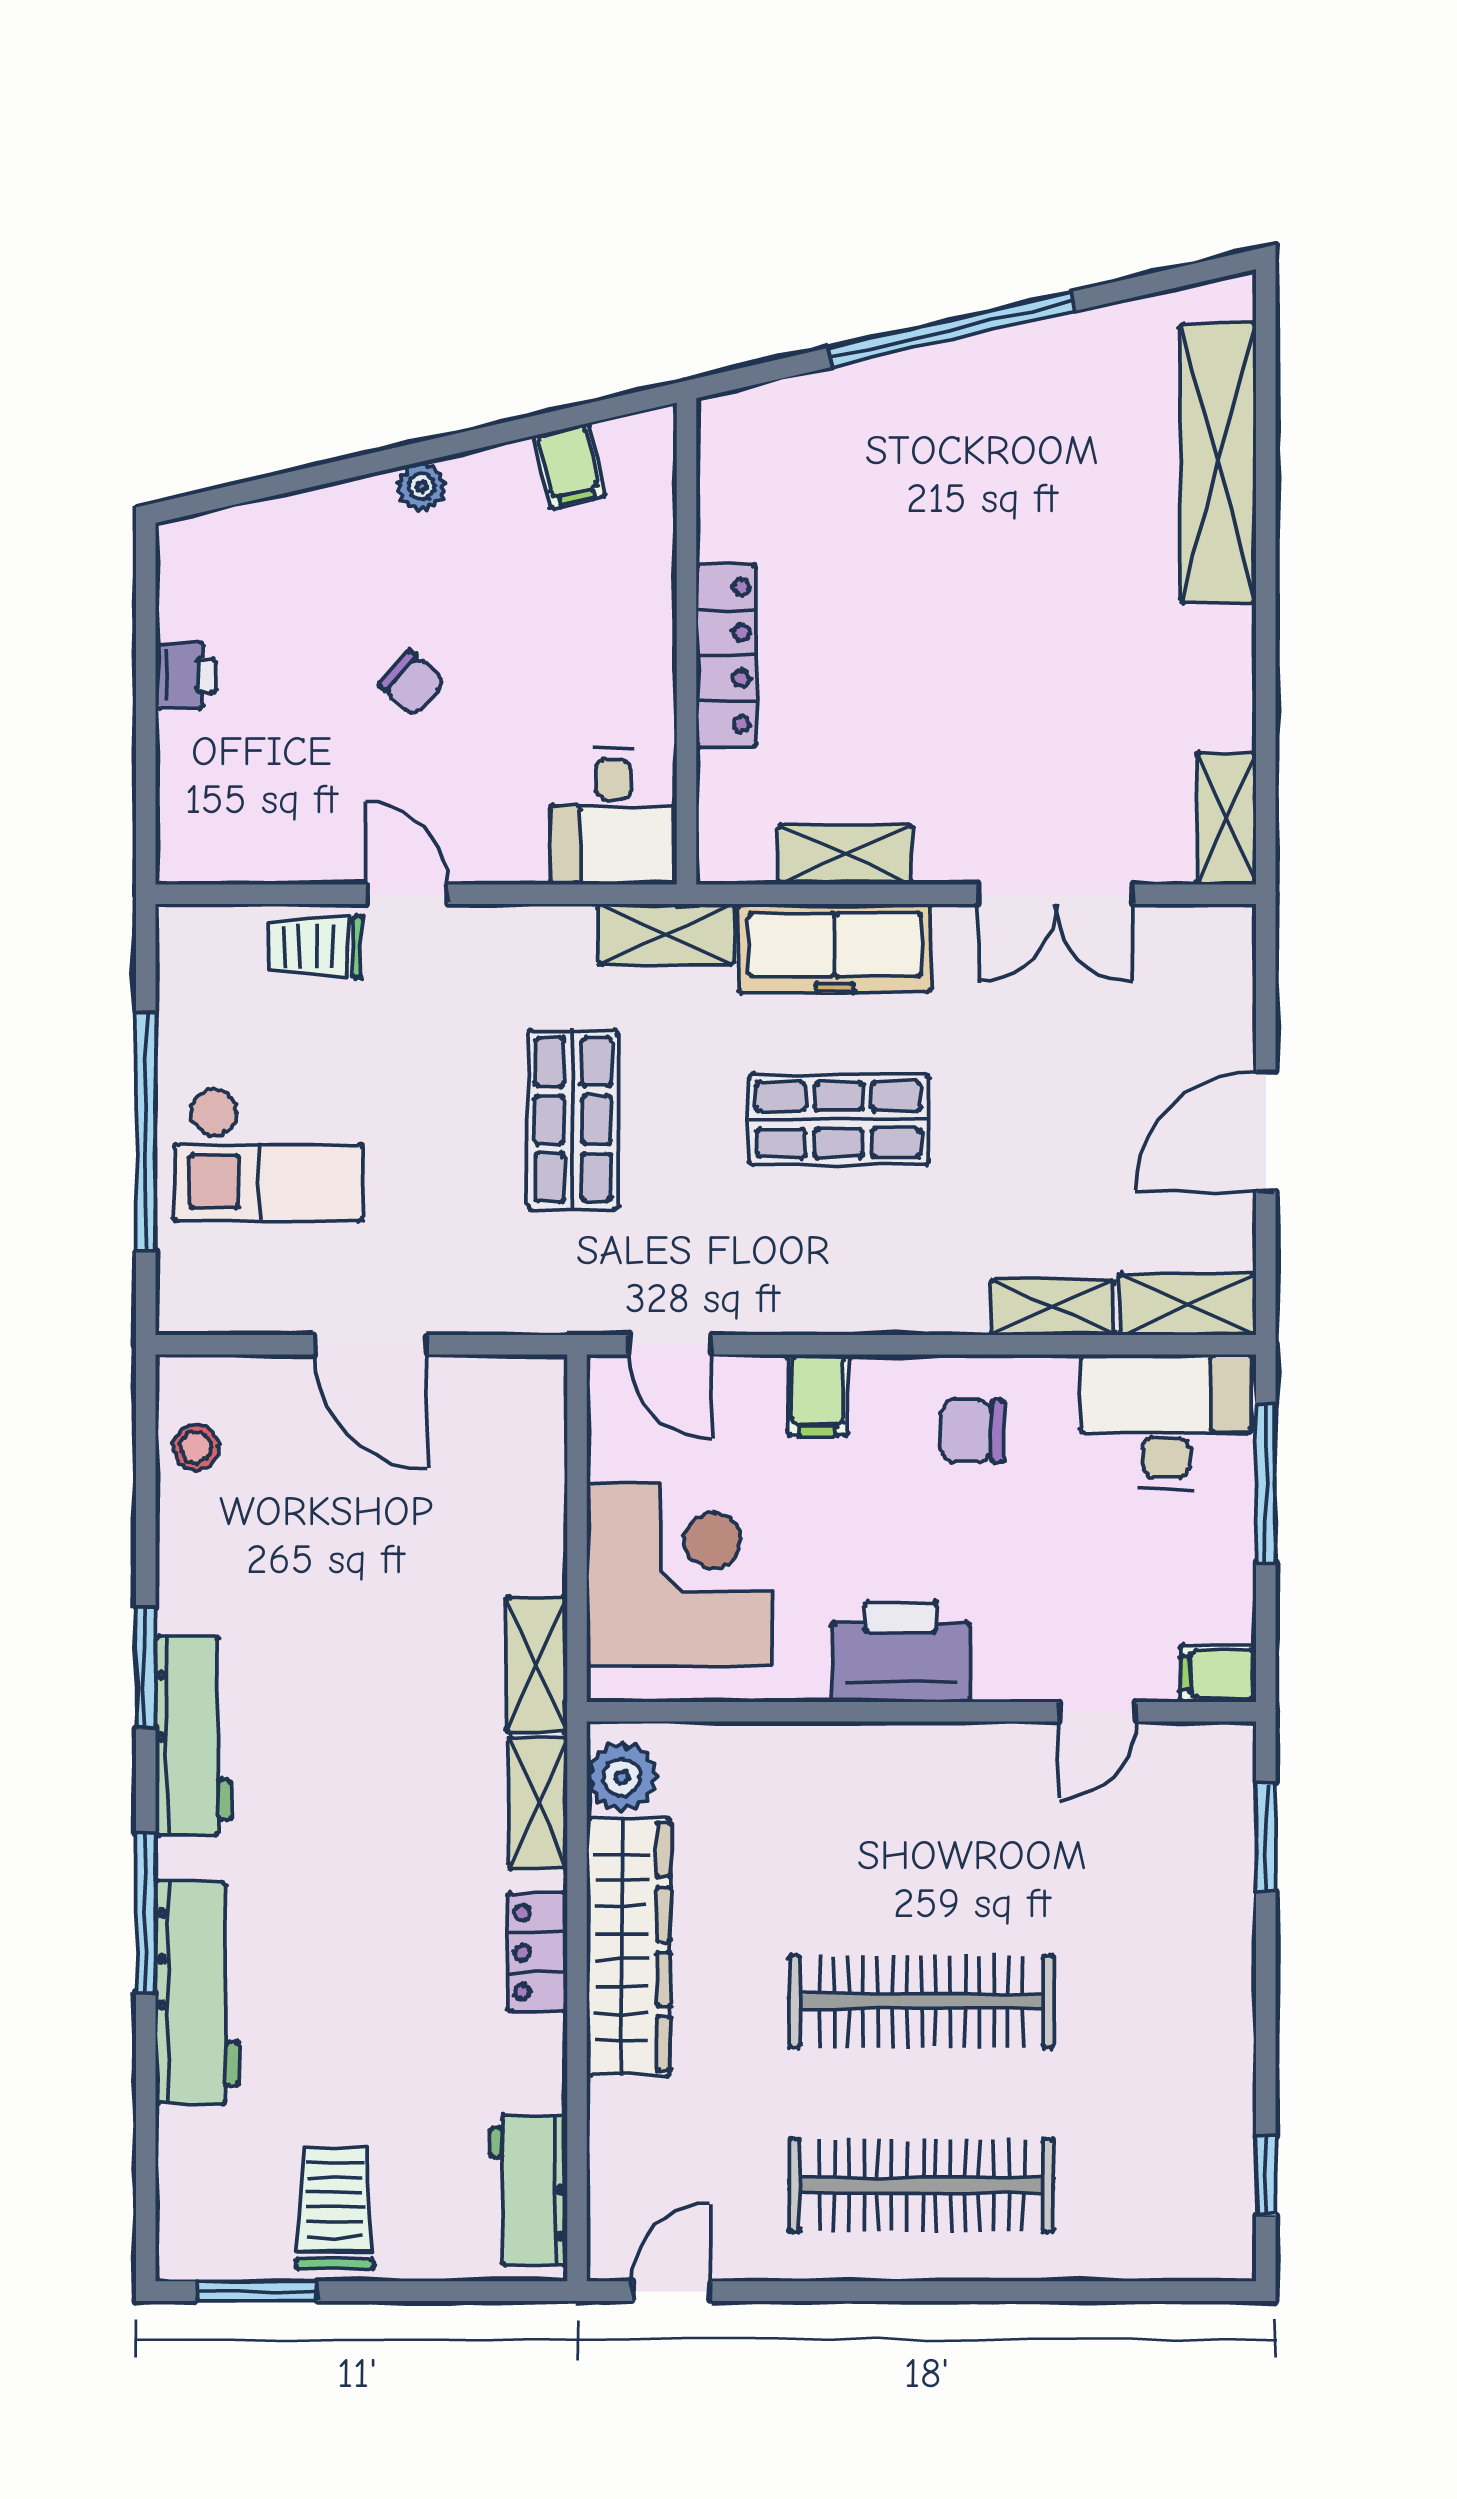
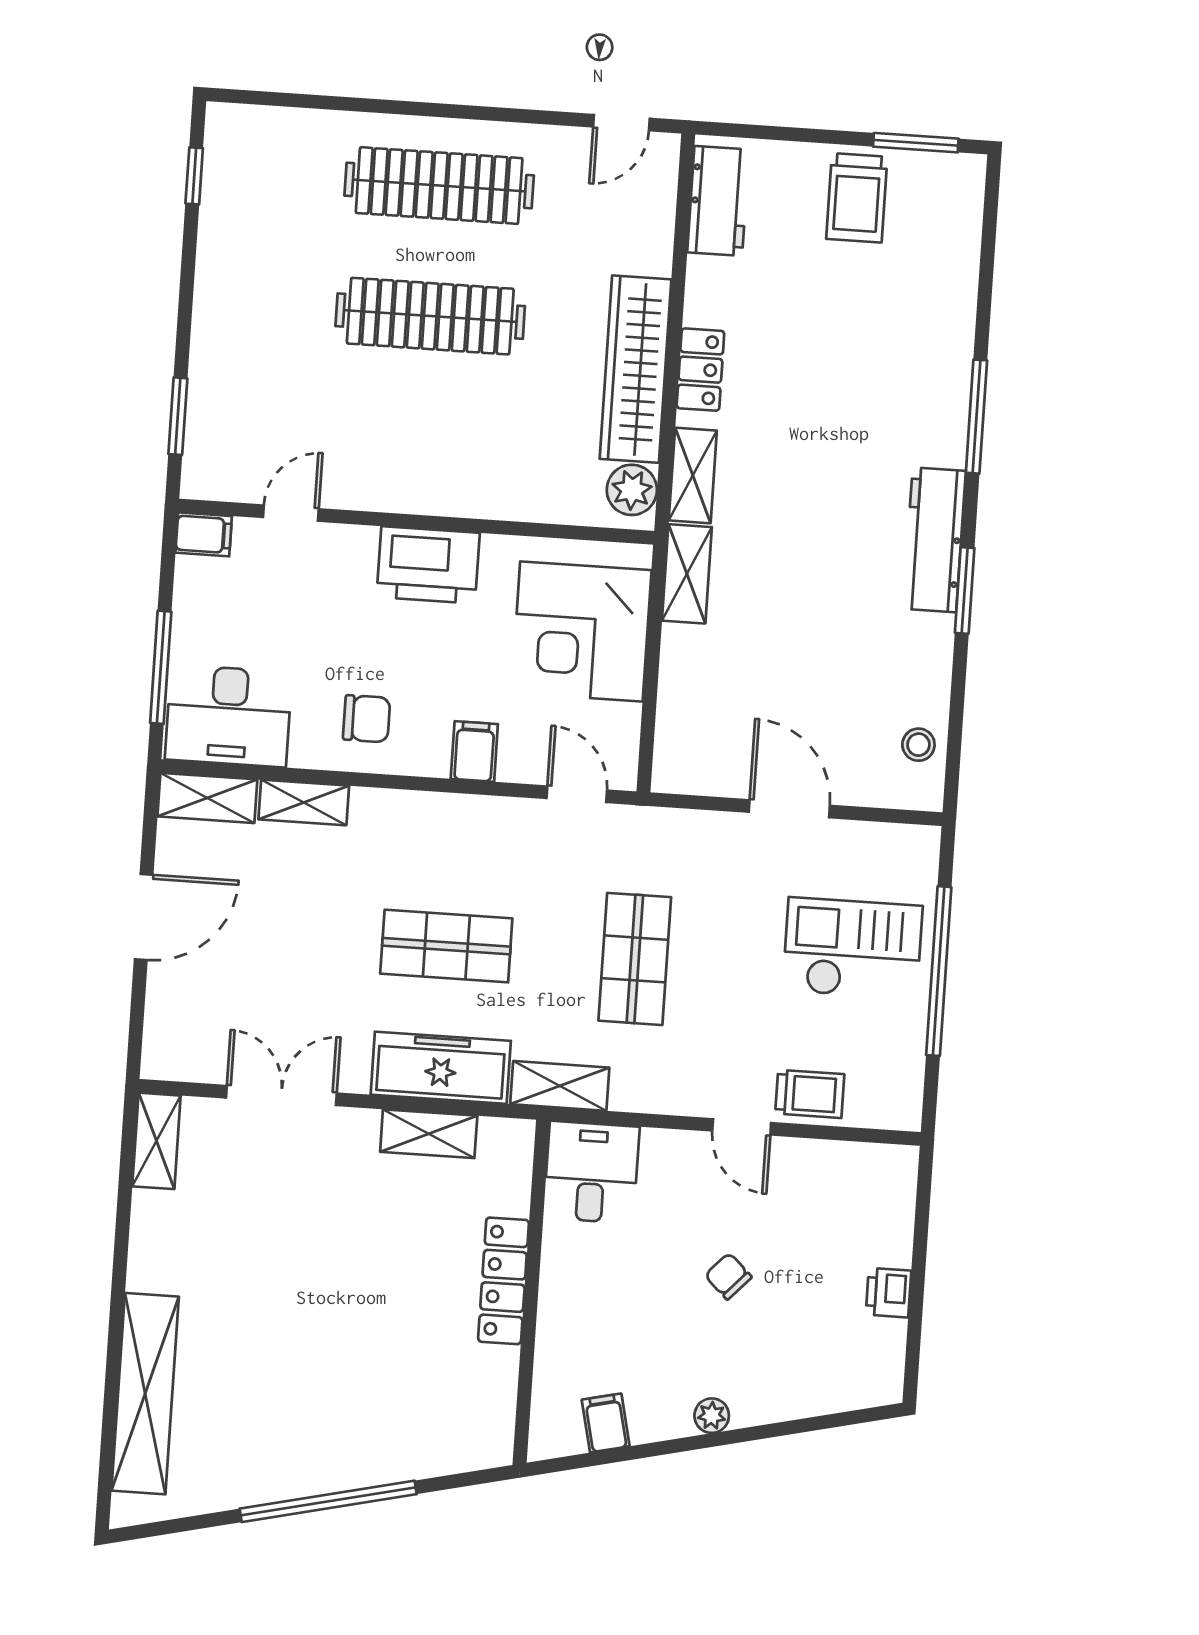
workbench: (197, 1993) -> (944, 357), removed

